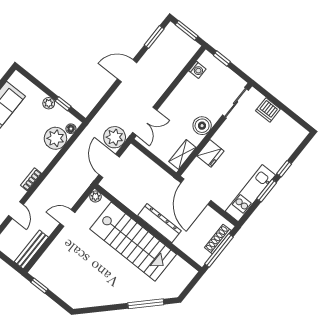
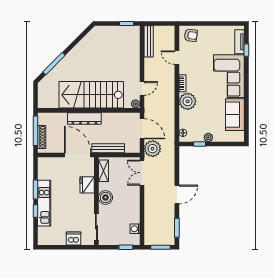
plant: (55, 138) -> (188, 101), moved
bench: (159, 174) -> (108, 148), added
kitchen unit: (250, 193) -> (44, 203), moved
door: (67, 218) -> (142, 88), moved

